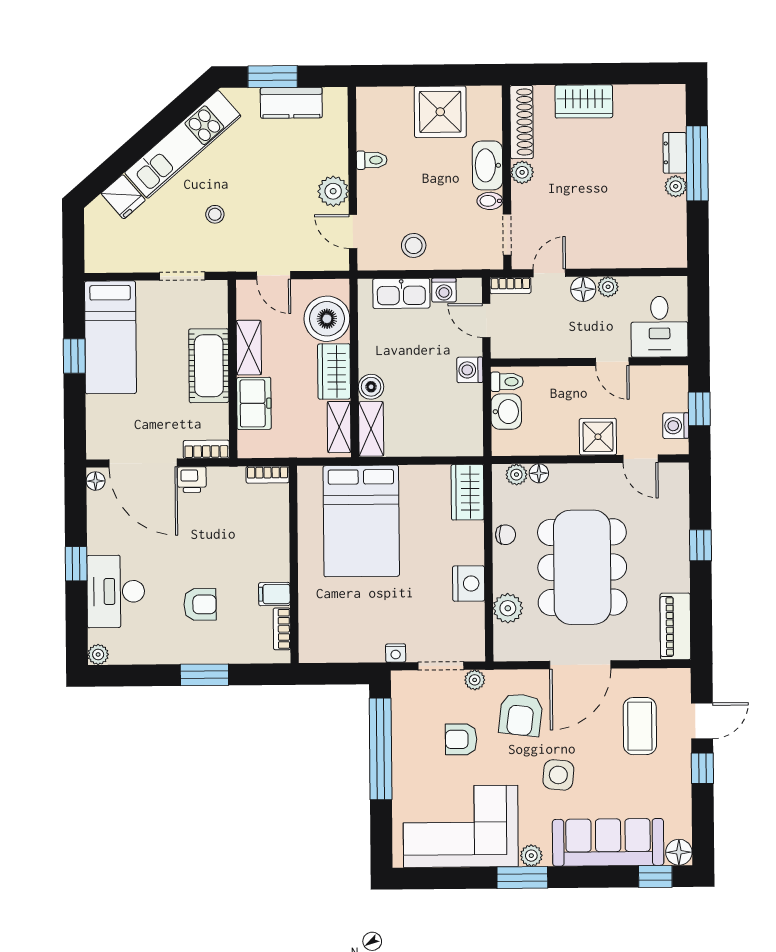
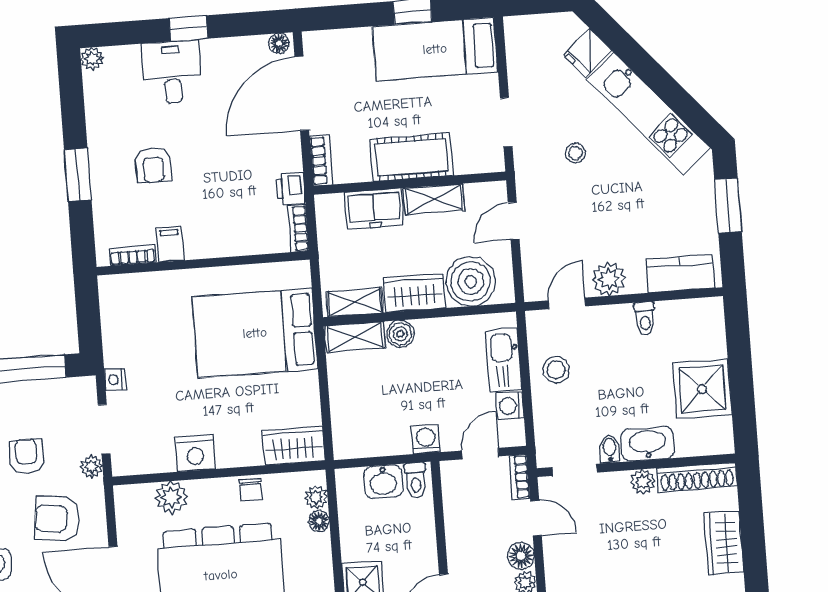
kitchen counter: (291, 103) -> (680, 274), moved, turned 90
printer: (192, 480) -> (291, 188), moved
desk: (116, 591) -> (172, 72), width x0.73

